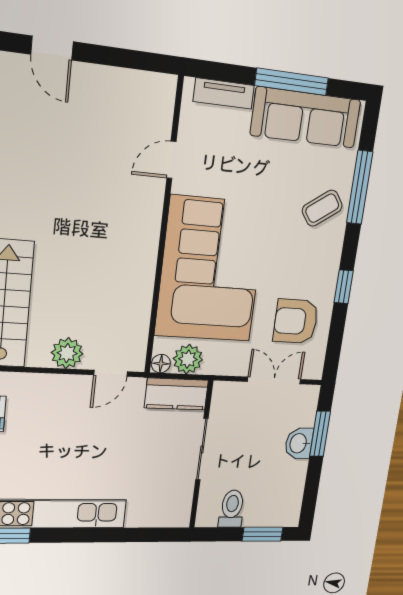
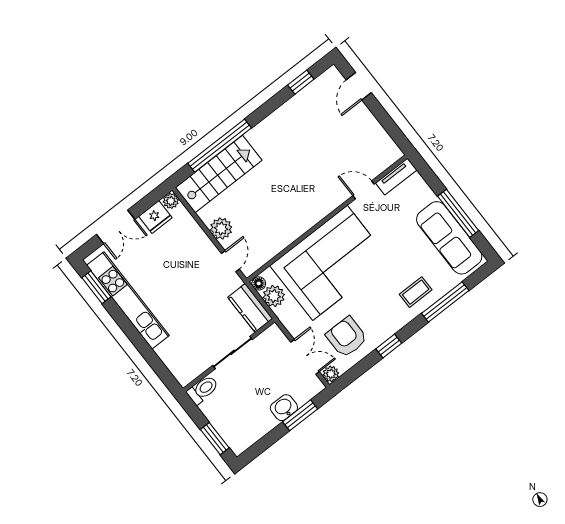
tv unit: (224, 94) -> (396, 177), moved, turned -90
coffee table: (322, 208) -> (416, 292), turned -55
plant: (313, 369) -> (331, 374), added
door: (111, 373) -> (230, 261), swing flipped
toilet: (232, 509) -> (203, 390), moved

